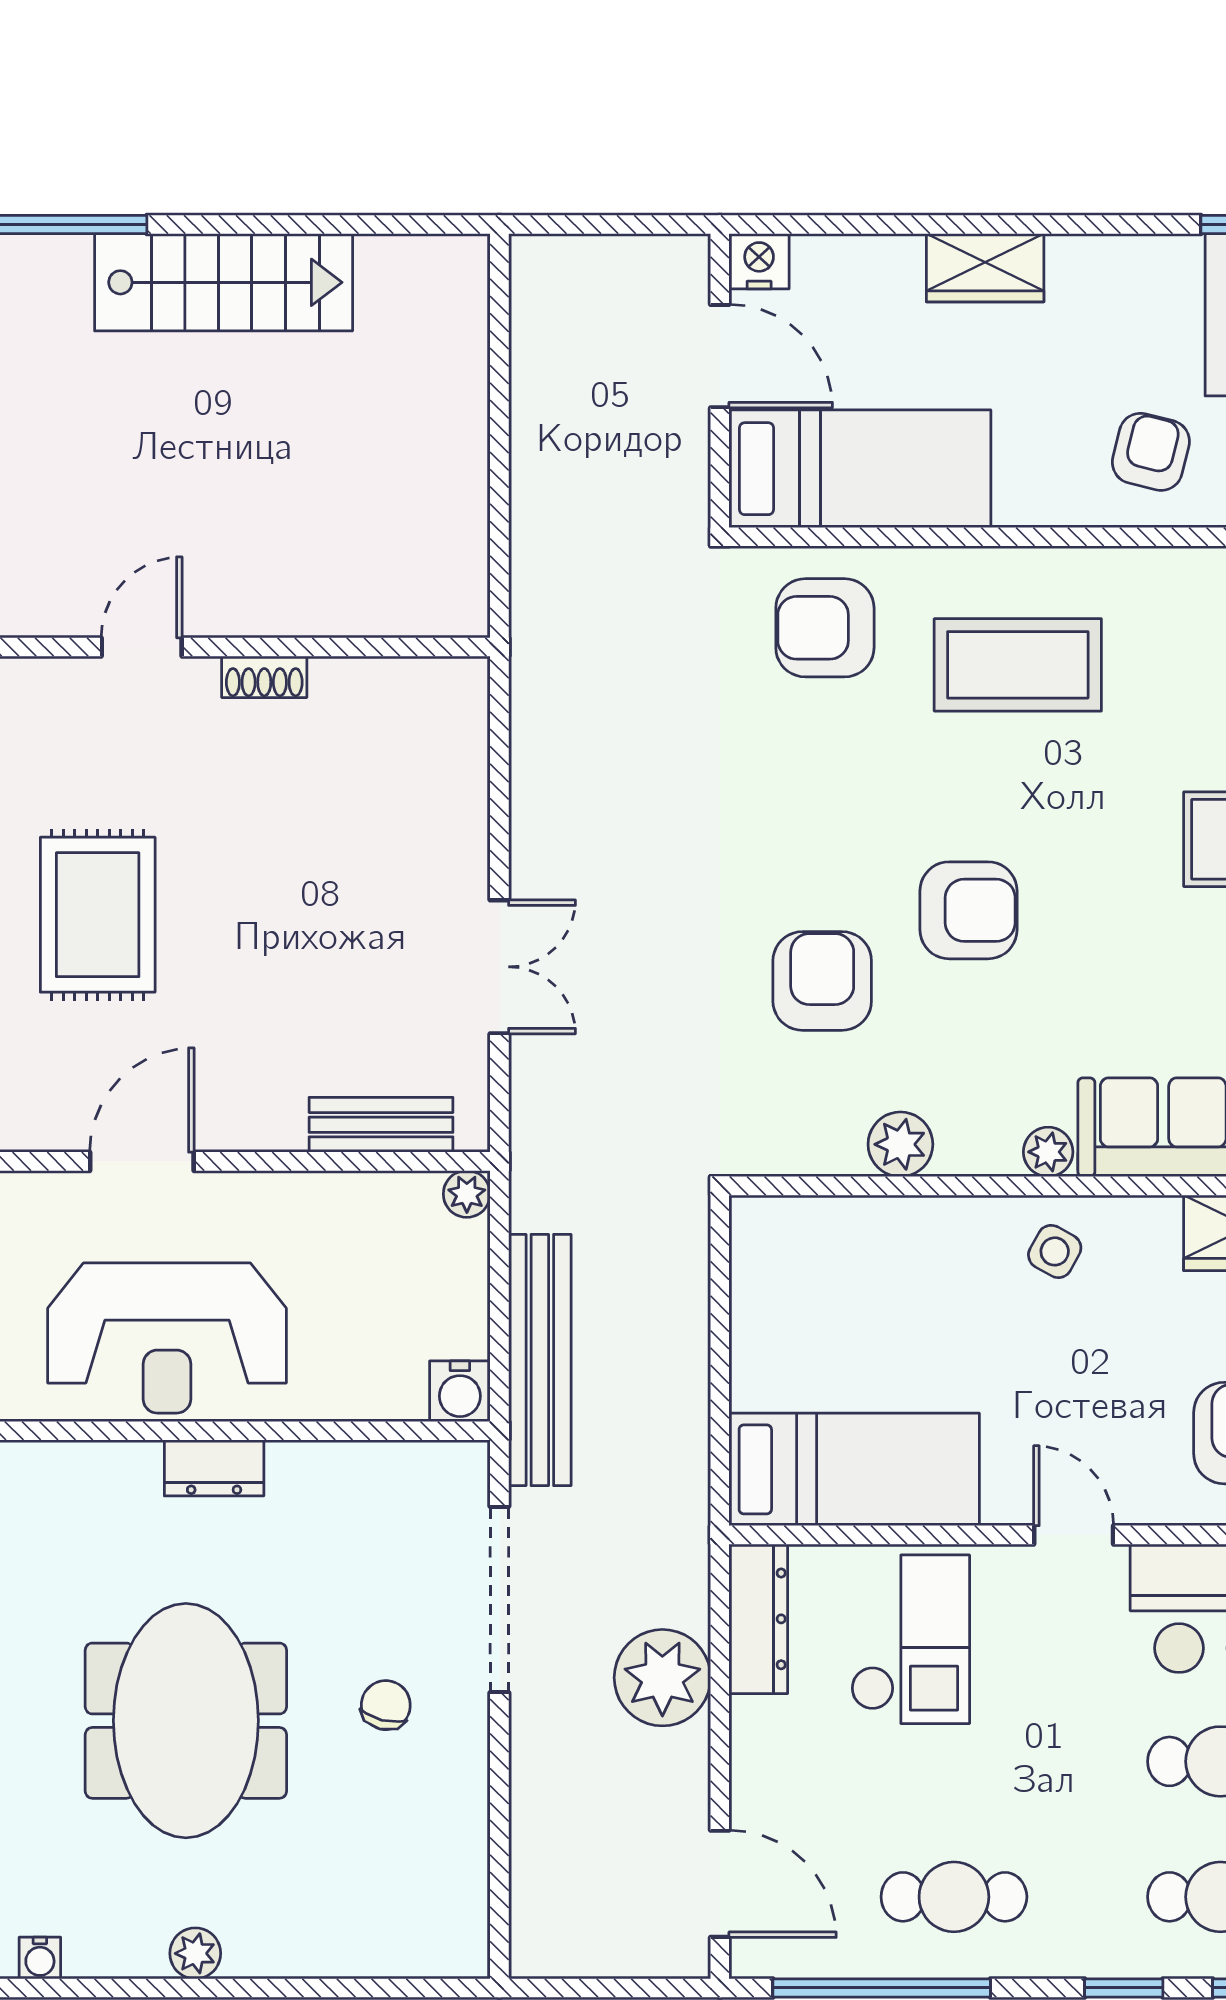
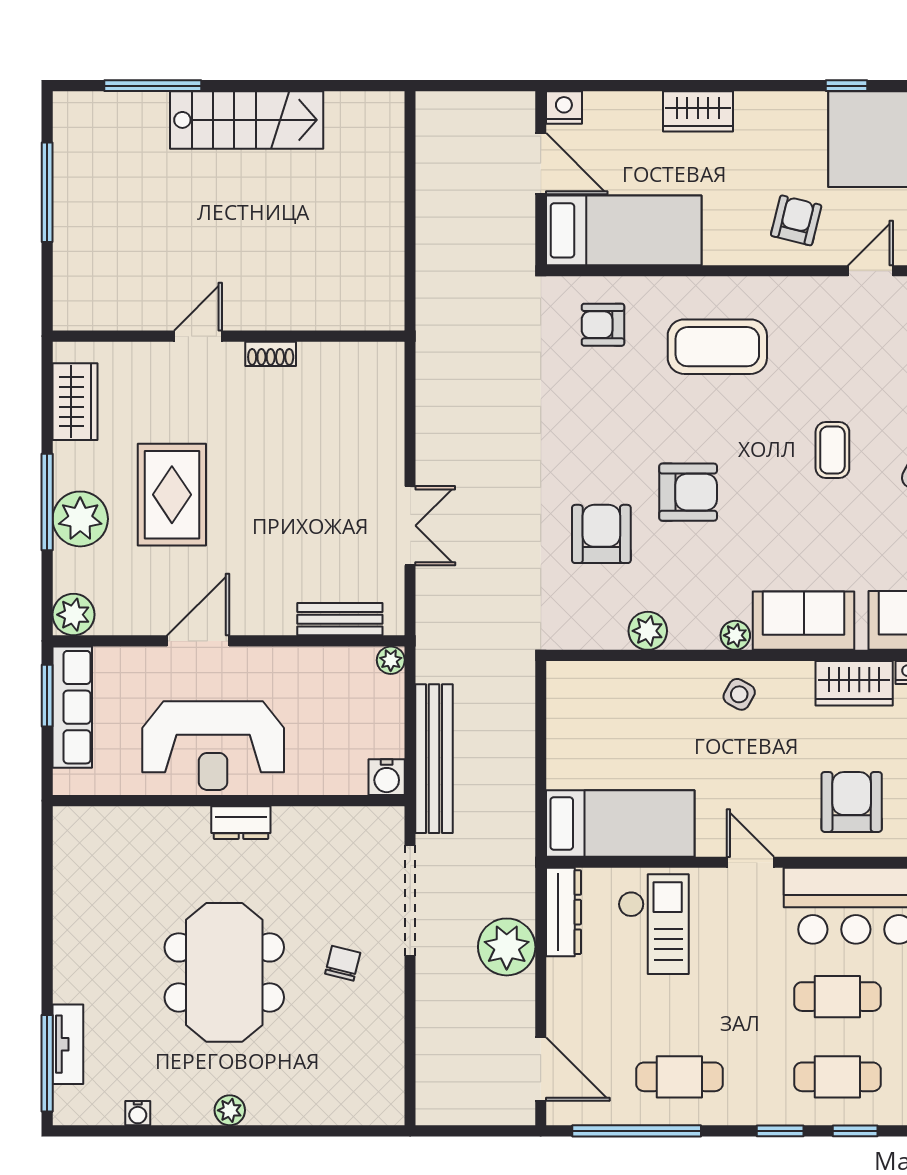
armchair: (825, 628) -> (603, 325), width x0.72, depth x0.72

